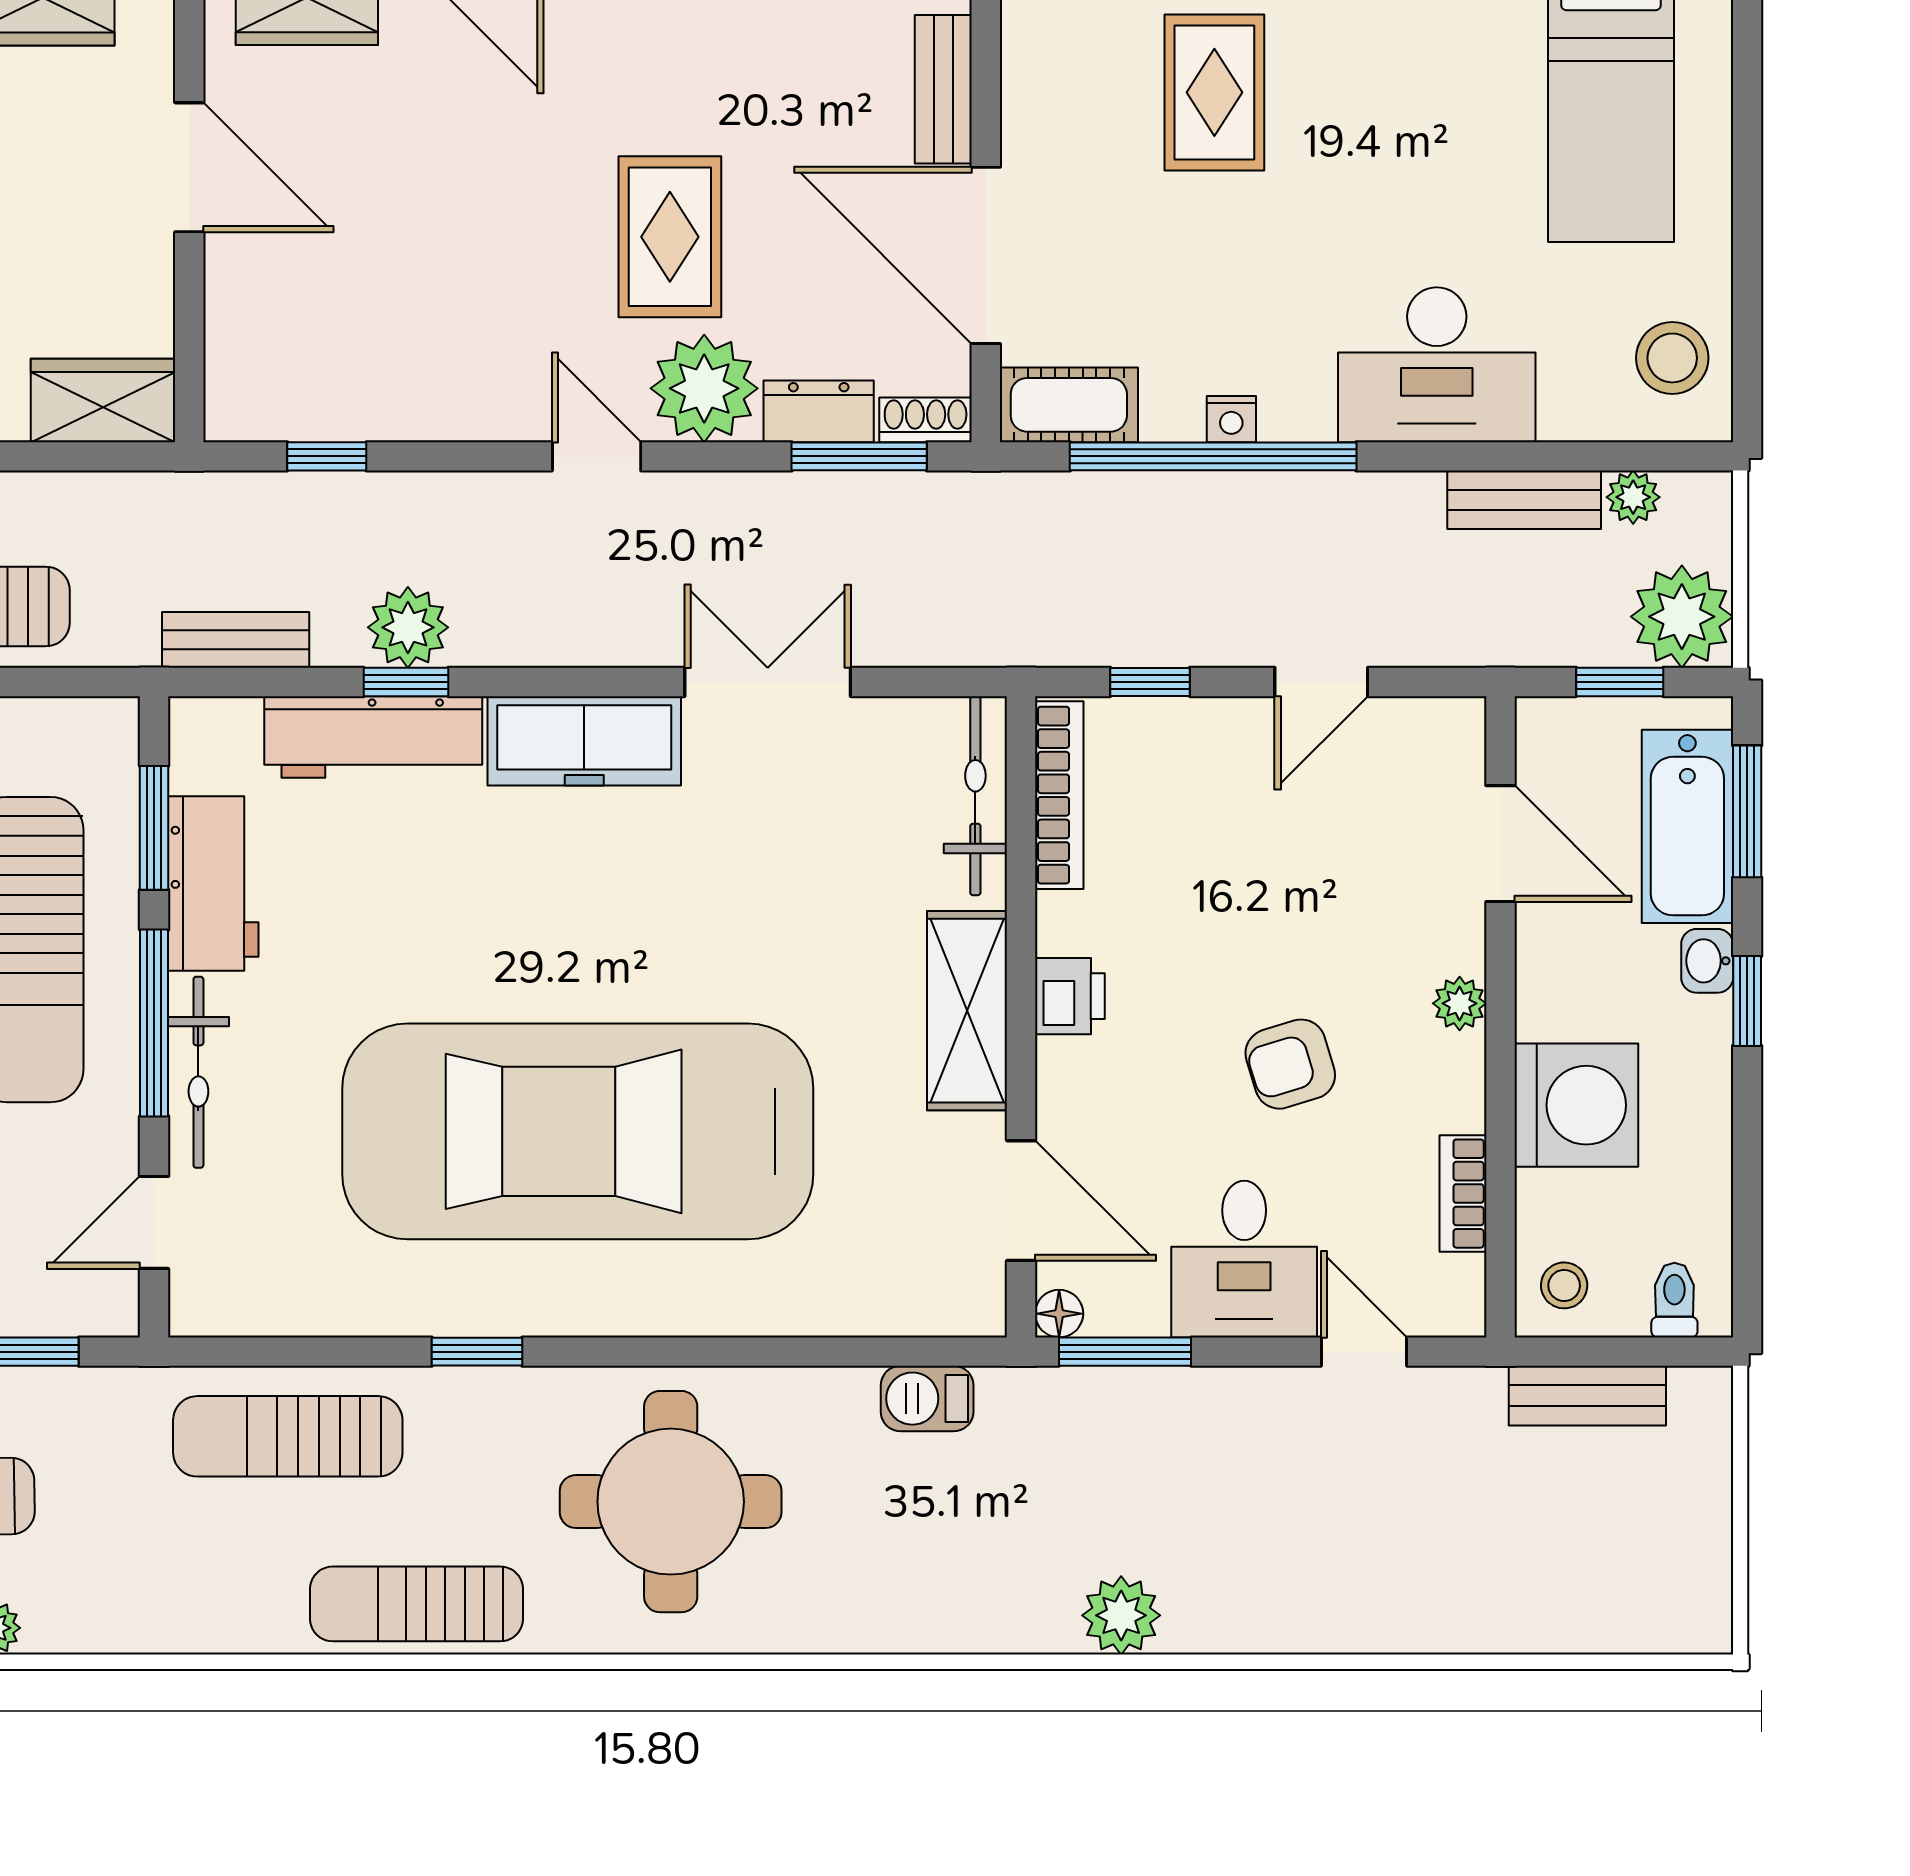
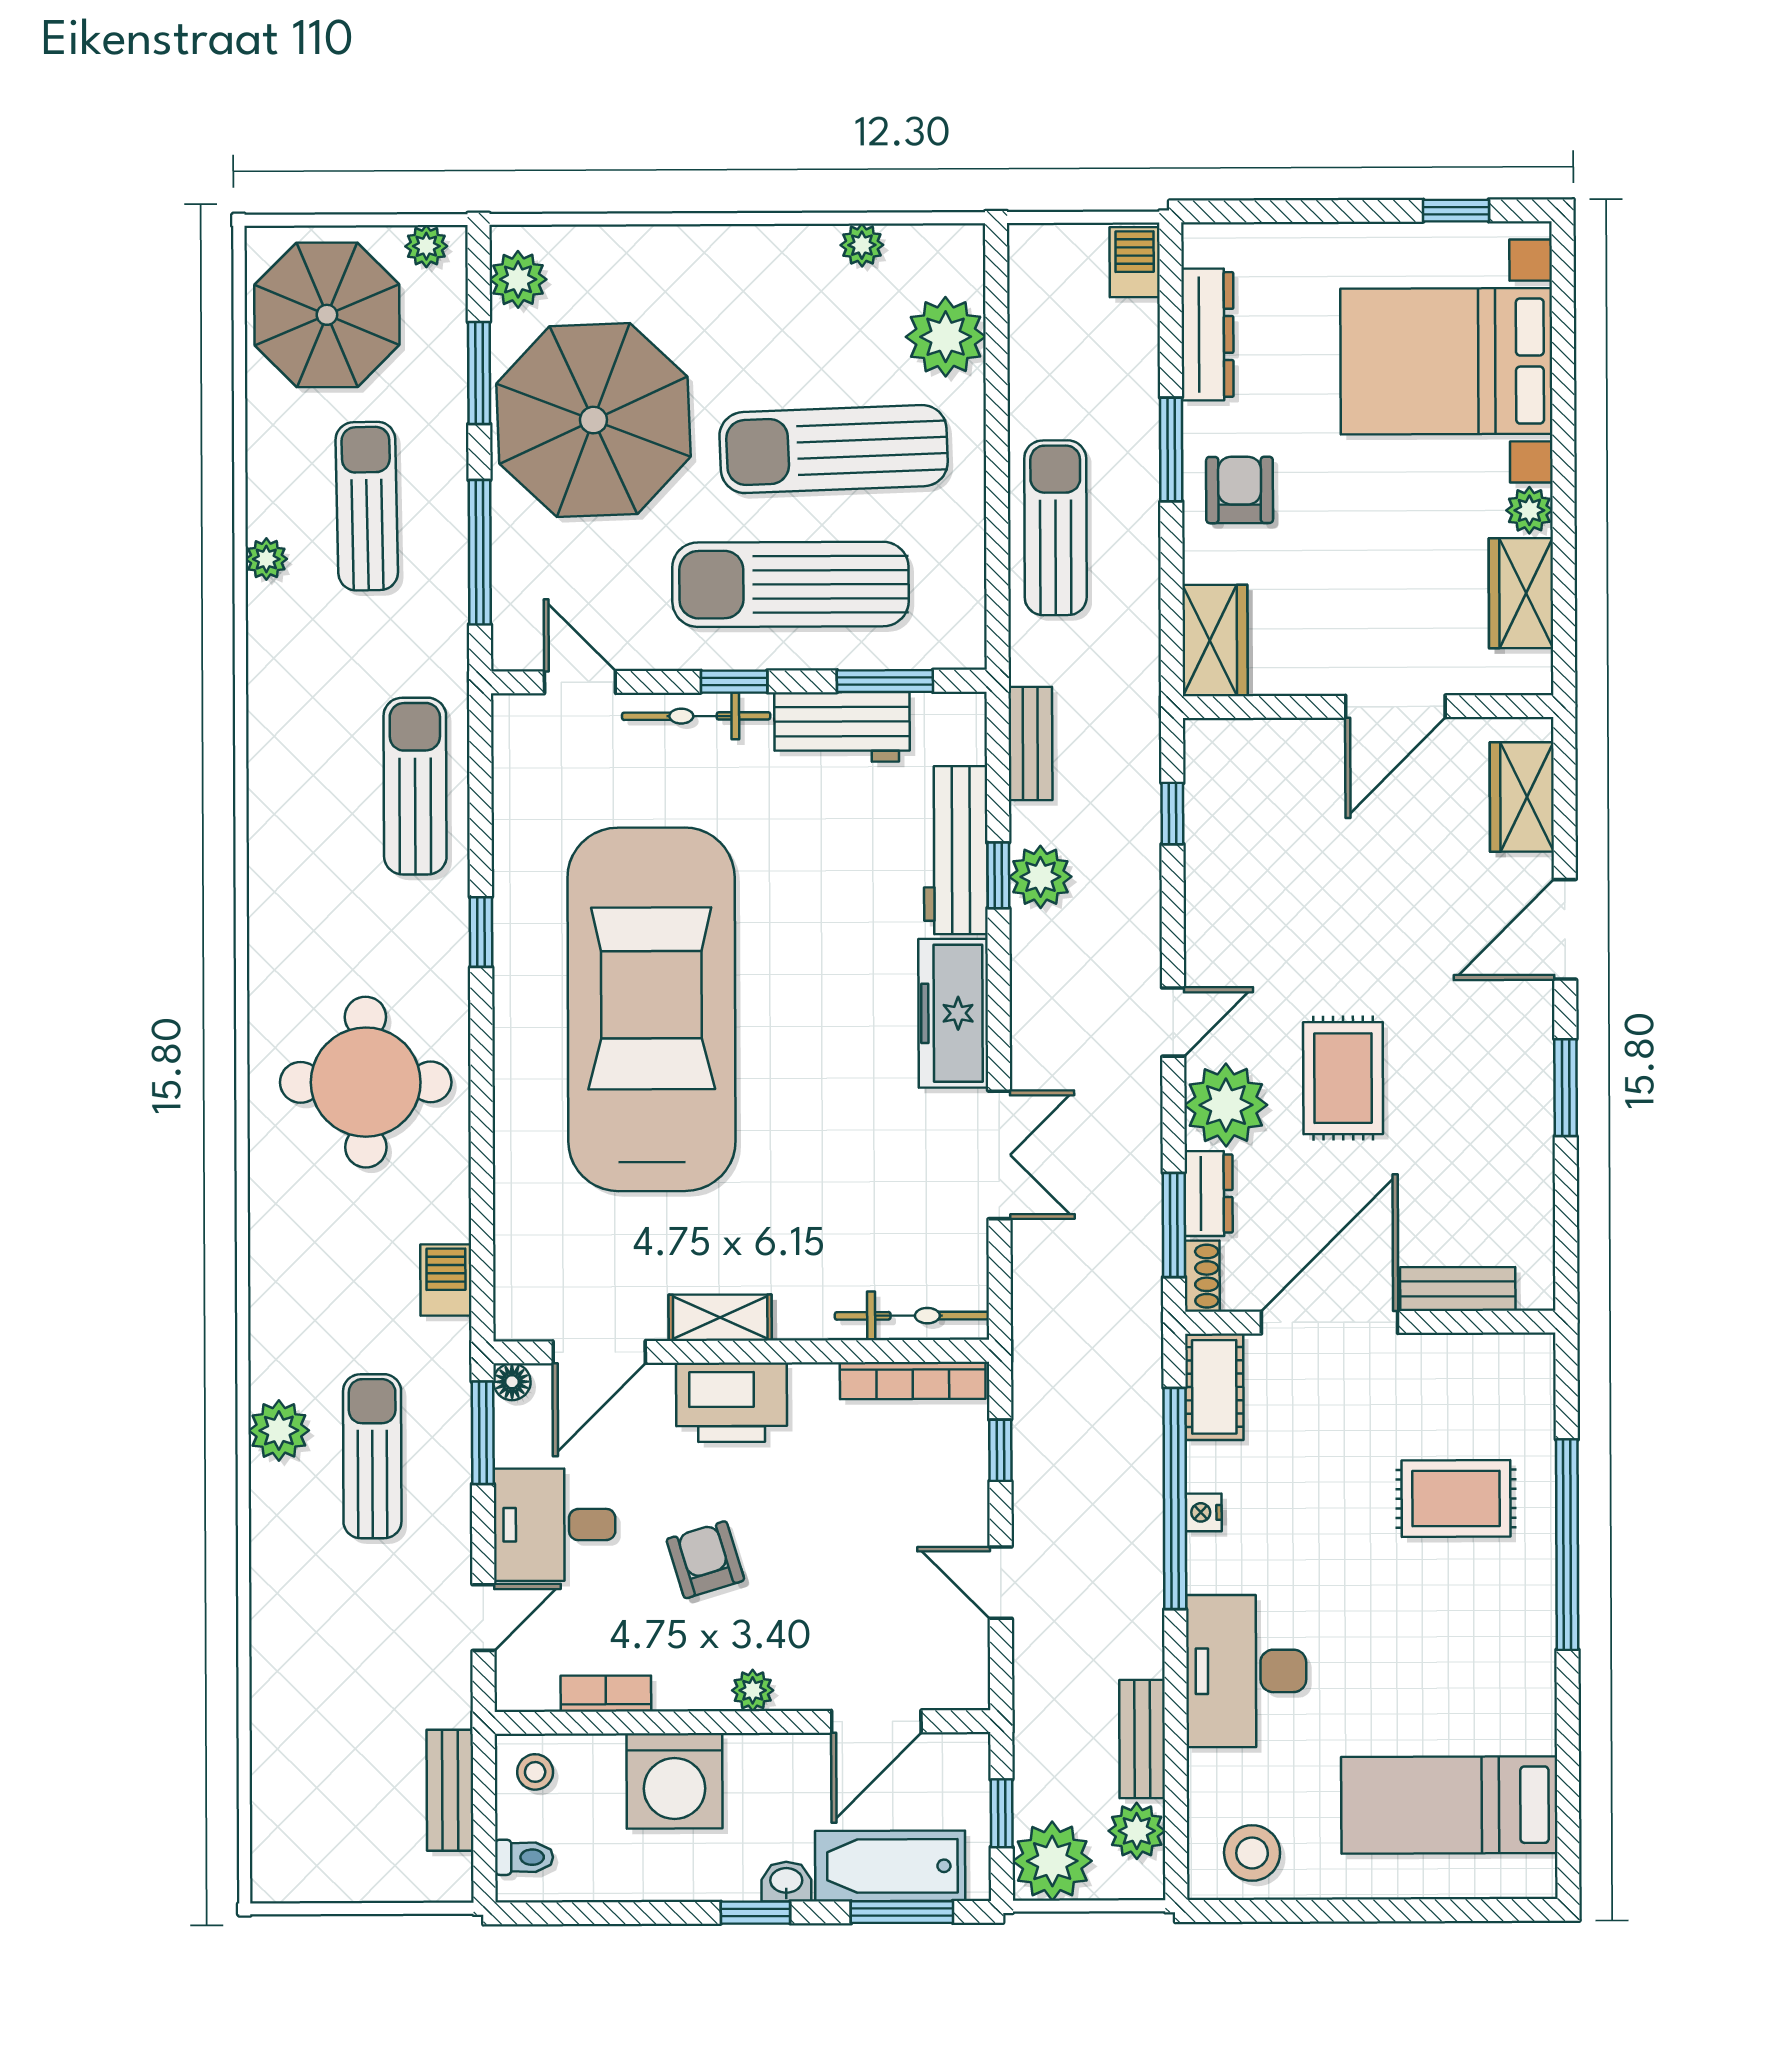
rug: (670, 237) -> (1343, 1078), turned 90
plant: (1633, 497) -> (1137, 1831), width x1.38, depth x1.38
printer: (1070, 996) -> (732, 1402), width x1.87, depth x1.48
shelving: (967, 1011) -> (720, 1318), width x0.67, depth x0.75
window: (154, 1023) -> (734, 682), width x0.46
sun lounger: (417, 1604) -> (372, 1456), moved

